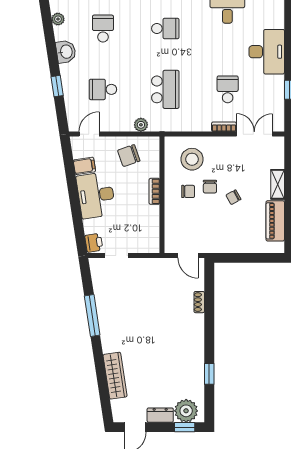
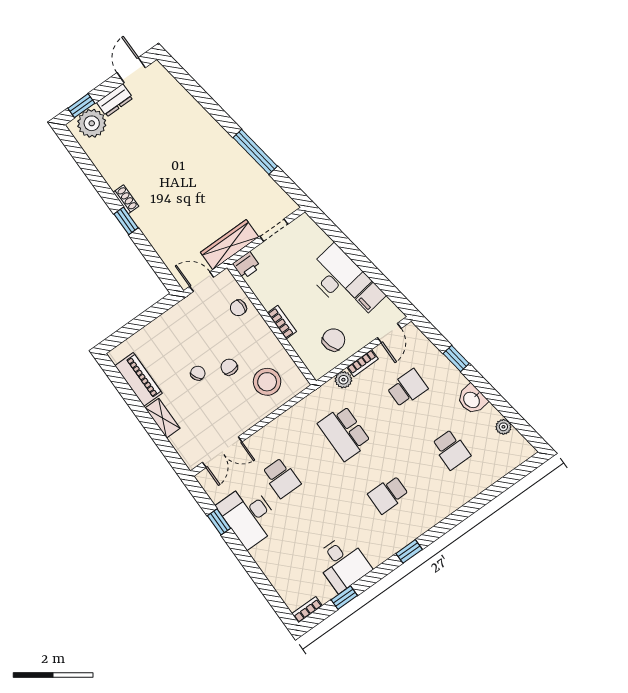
desk: (267, 52) -> (249, 516), moved
bookcase: (224, 127) -> (363, 363), moved
chair: (188, 191) -> (238, 308), moved
printer: (94, 243) -> (246, 265), moved, turned -81
shoe rack: (199, 302) -> (126, 199), moved
window: (209, 374) -> (126, 221), moved
wardrobe: (115, 376) -> (230, 245), moved, turned 99

